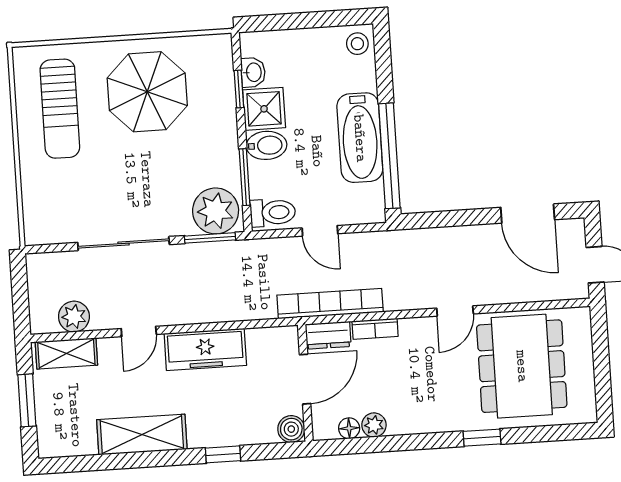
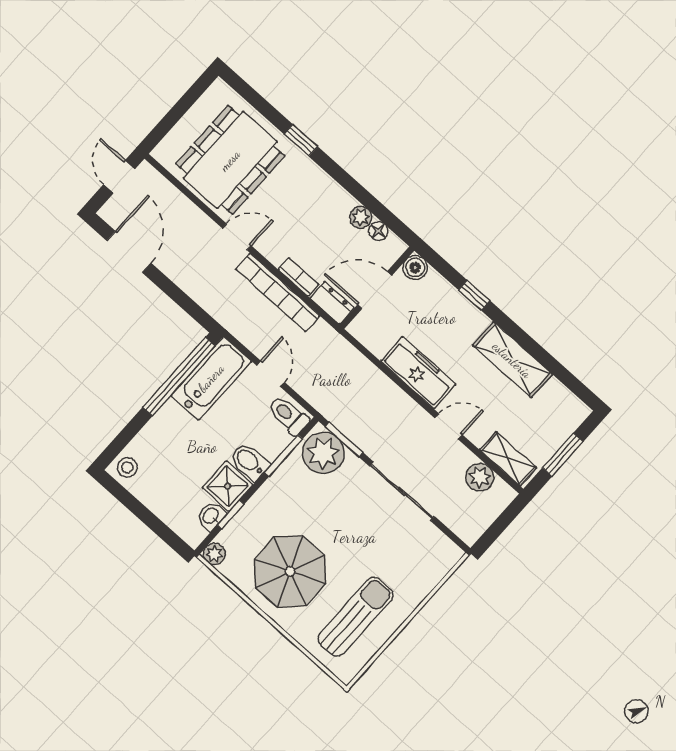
plant: (221, 45) -> (214, 554), added
bathtub: (360, 138) -> (211, 378), moved
bookcase: (330, 304) -> (278, 292), moved

